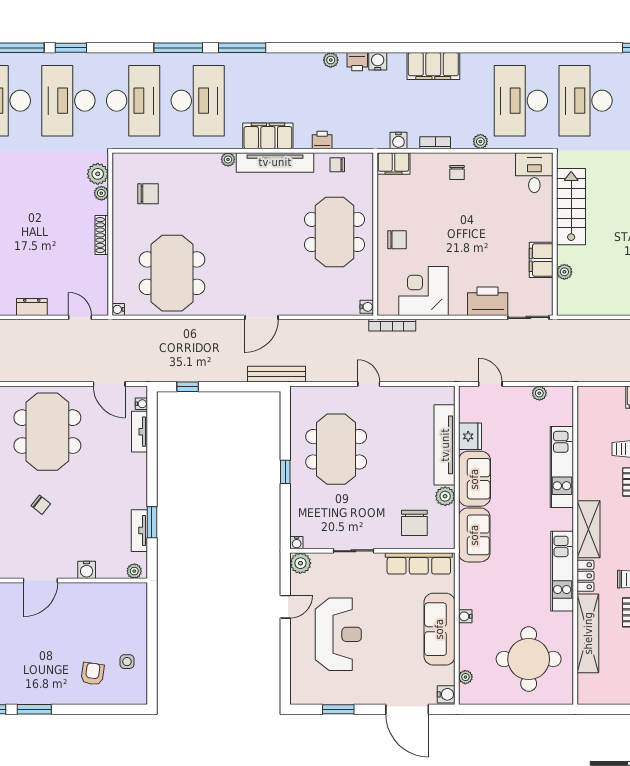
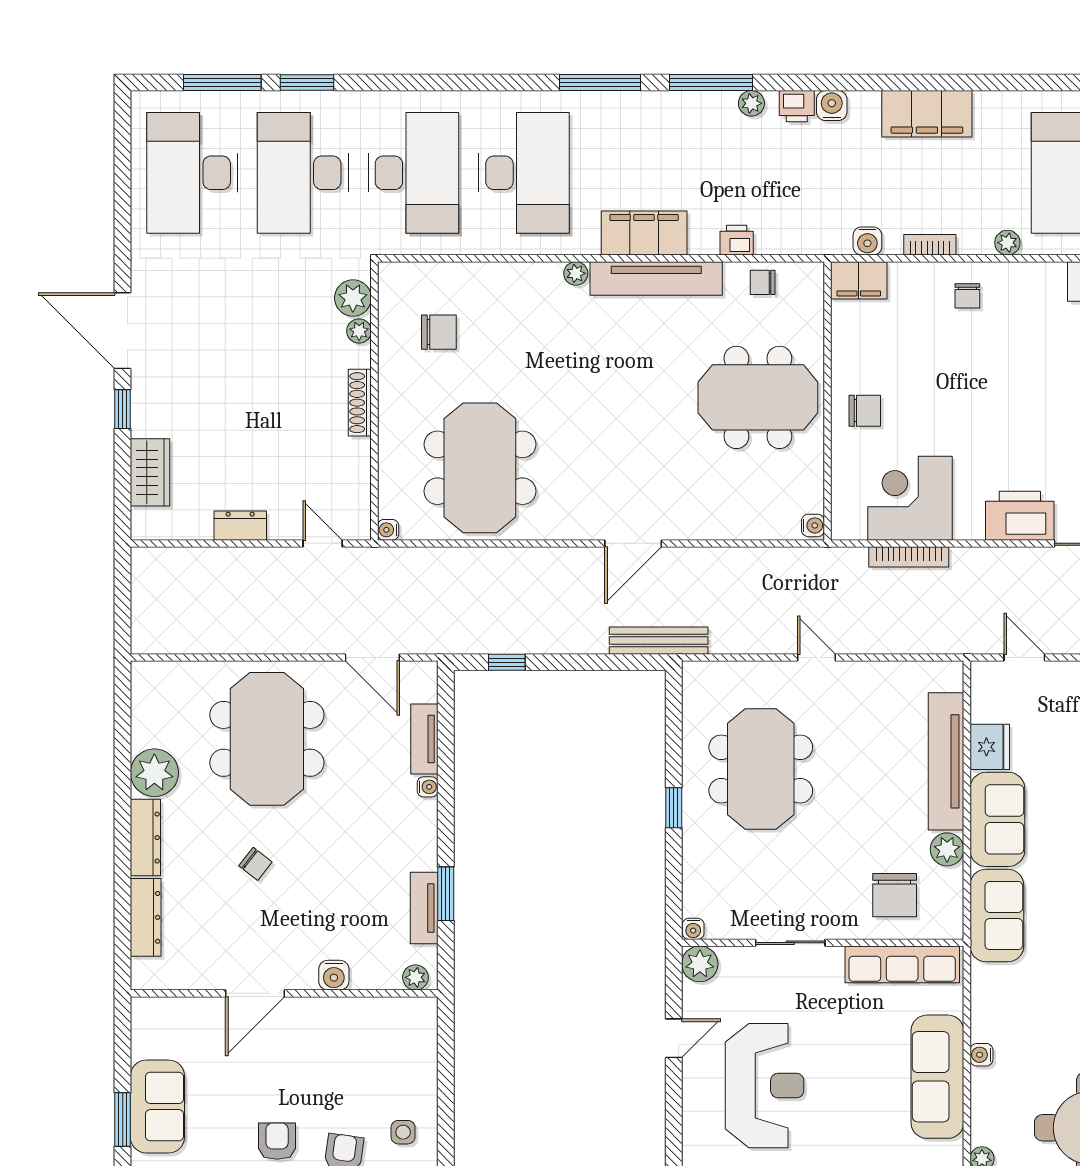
window: (178, 48) -> (711, 83), moved
meeting table: (335, 232) -> (758, 397), turned 90
bookcase: (392, 325) -> (909, 557), moved
water cooler: (141, 404) -> (428, 787), moved
armchair: (53, 667) -> (277, 1141), added

